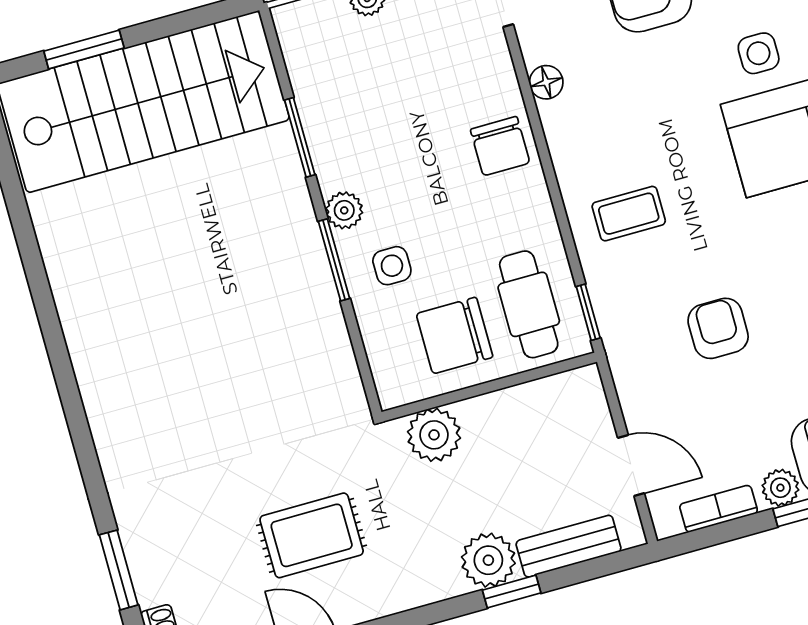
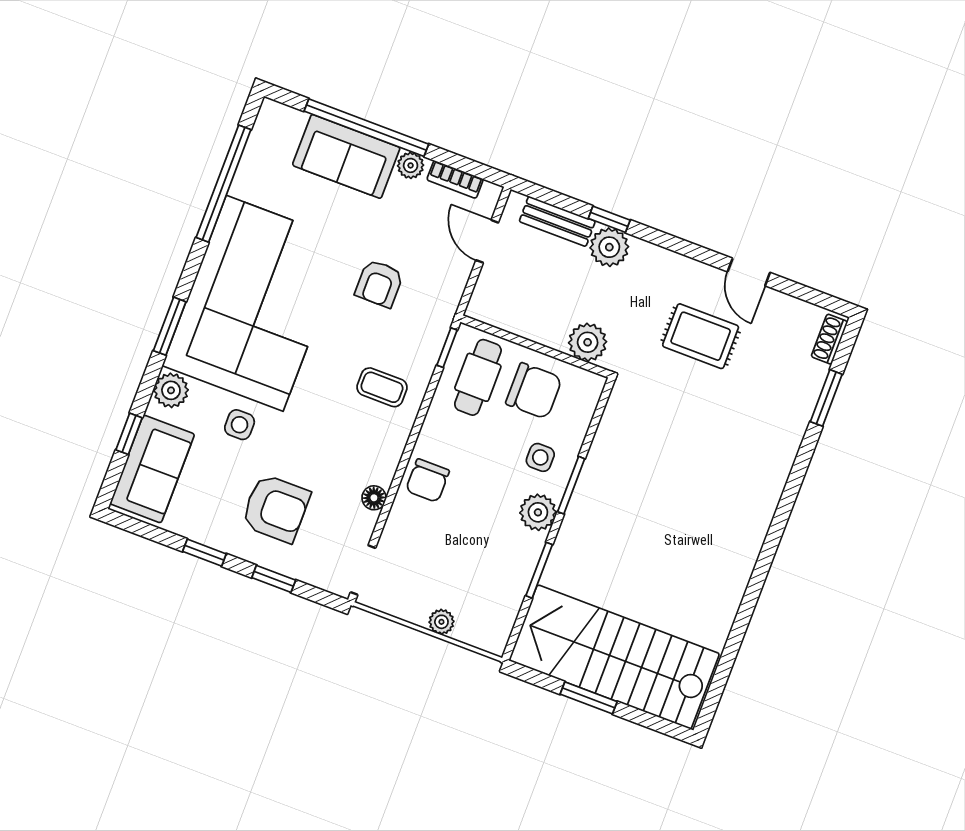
window: (84, 50) -> (589, 698), moved
chair: (500, 146) -> (428, 481), turned 180
plant: (344, 210) -> (538, 512), width x1.38, depth x1.38

